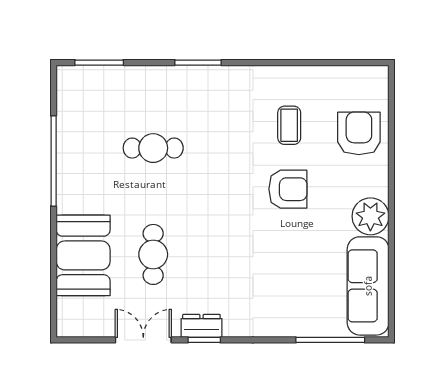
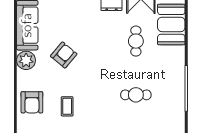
armchair: (288, 189) -> (64, 55), moved, turned 130
booth: (83, 255) -> (171, 24), moved

